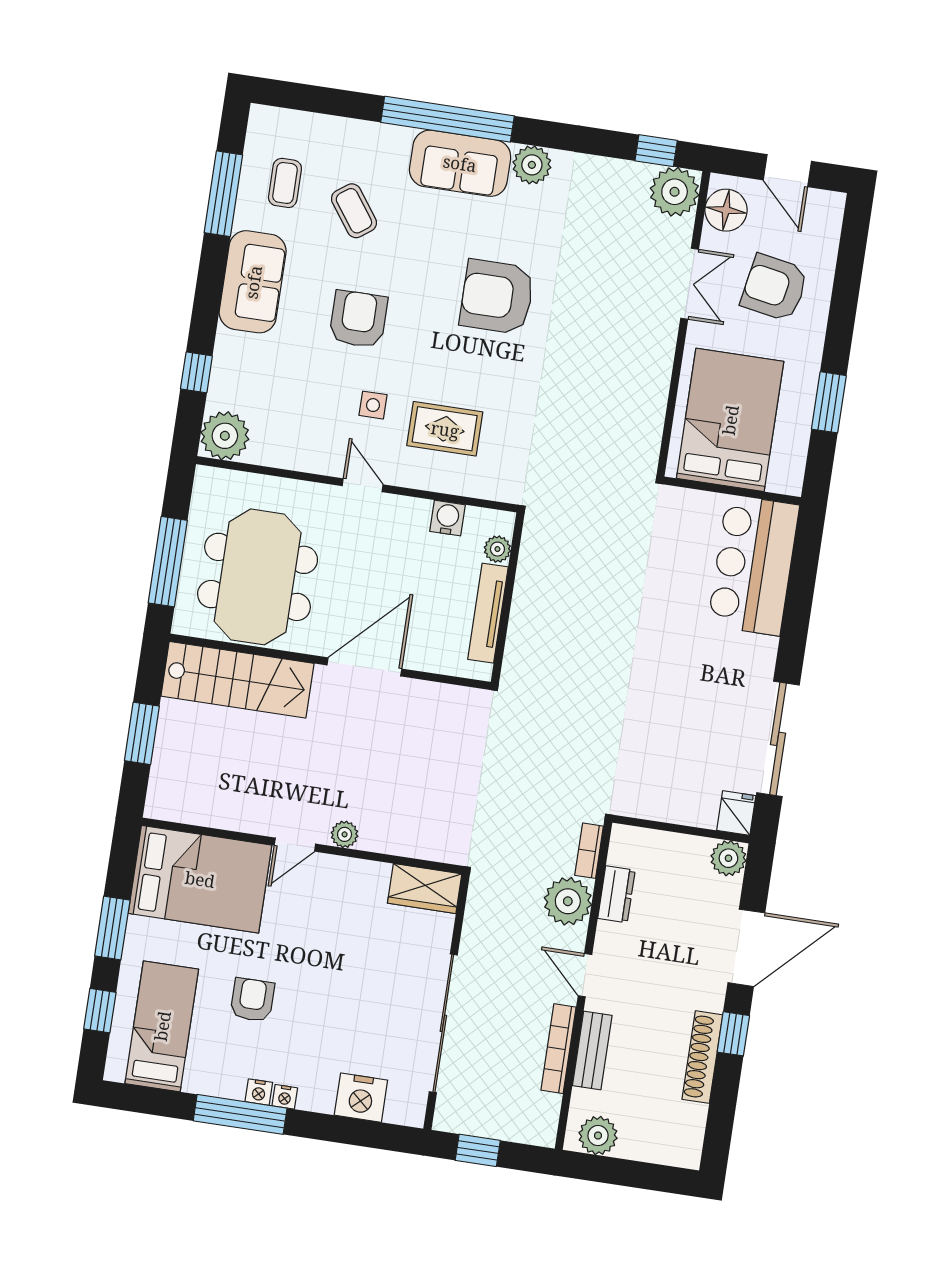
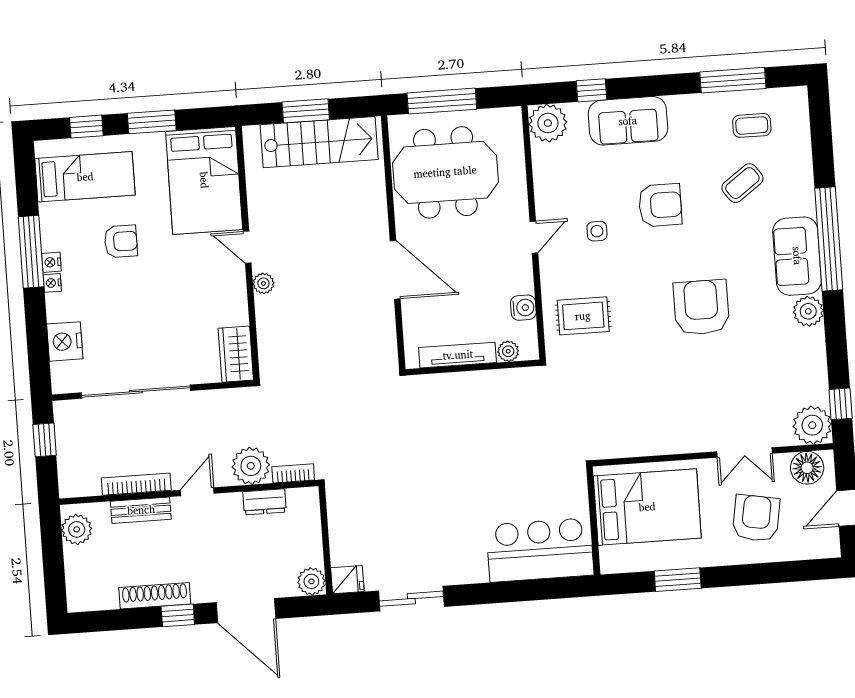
sofa: (253, 282) -> (628, 121), moved
rug: (445, 429) -> (583, 316), moved, turned 90
stairs: (237, 680) -> (319, 142), moved, turned -90
sliding door: (778, 739) -> (411, 599), width x0.73

